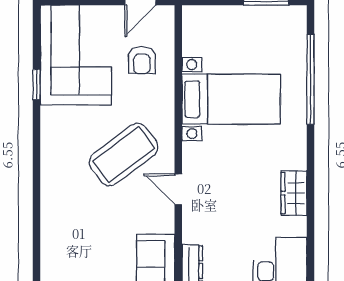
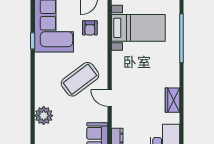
bed with nightstands: (231, 99) -> (138, 28), moved
plant: (57, 222) -> (44, 116), added

